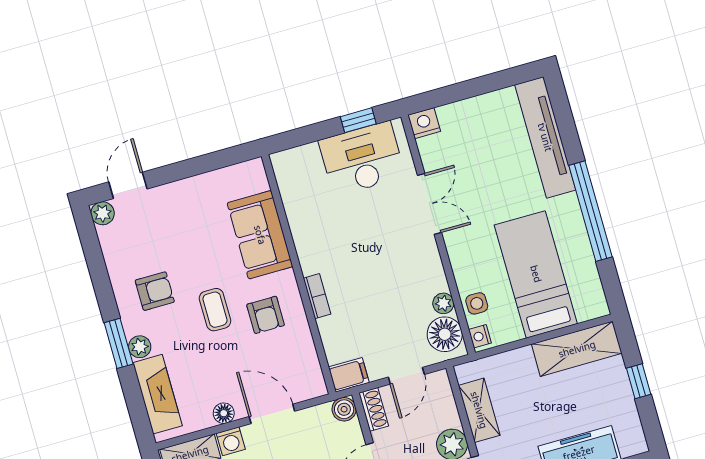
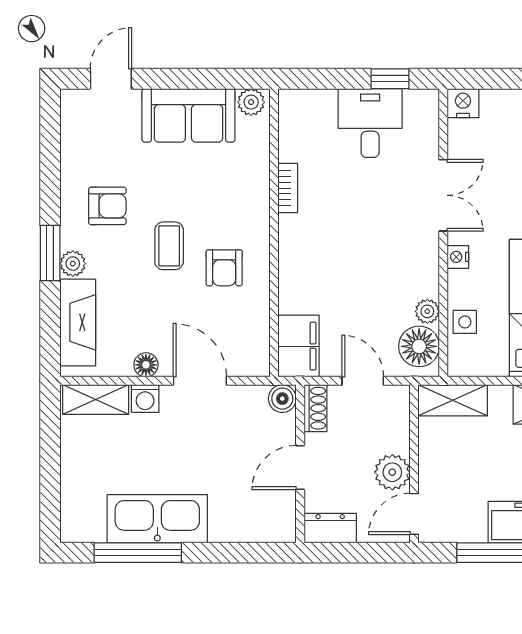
desk: (362, 159) -> (370, 123), width x0.73
plant: (103, 213) -> (251, 102), moved
sofa: (260, 235) -> (188, 115), moved, turned -90
bookcase: (317, 296) -> (288, 188), moved
nightstand: (480, 336) -> (458, 257), moved
filing cabinet: (349, 375) -> (299, 346), width x2.00
door: (406, 376) -> (363, 381), swing flipped
shelving: (479, 410) -> (453, 400), moved, turned 90

